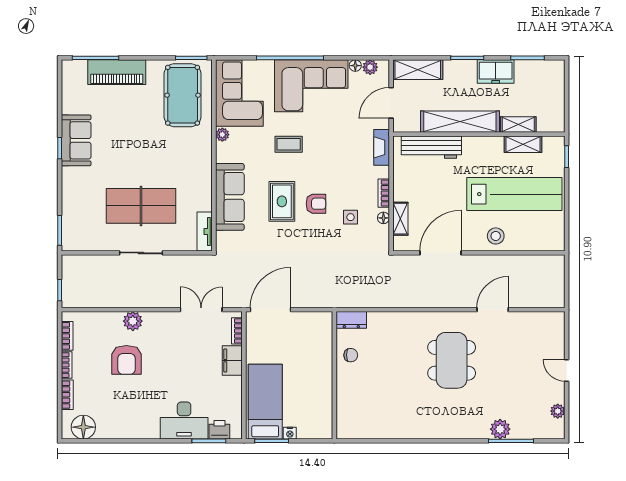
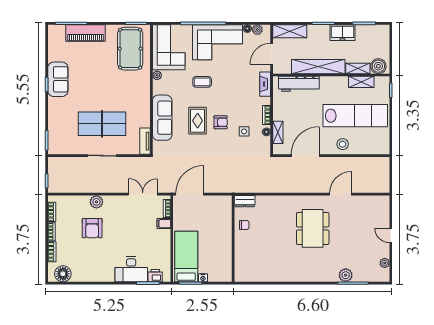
boiler: (548, 121) -> (378, 66), added
filing cabinet: (232, 361) -> (164, 224), width x0.50

